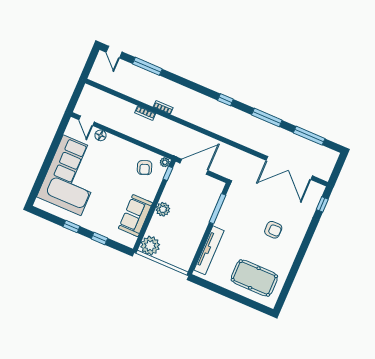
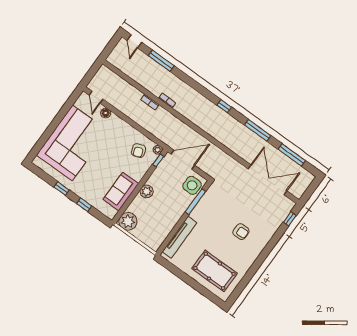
double door: (289, 168) -> (268, 180), swing flipped
side table: (210, 192) -> (192, 185), added

